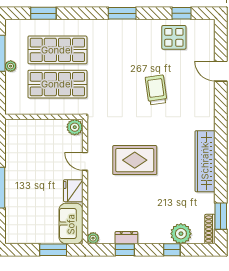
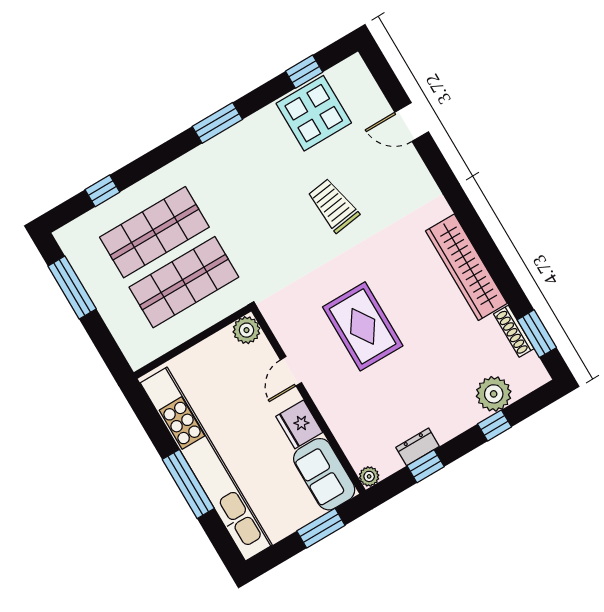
window: (43, 13) -> (102, 191), width x0.67
display table: (174, 37) -> (314, 113), width x1.36, depth x1.36
plant: (11, 66) -> (100, 296), removed
rug: (135, 160) -> (363, 326), turned 90
door: (85, 161) -> (291, 371), hinge flipped
kitchen unit: (14, 183) -> (206, 464), added
shoe rack: (210, 229) -> (514, 331), moved

